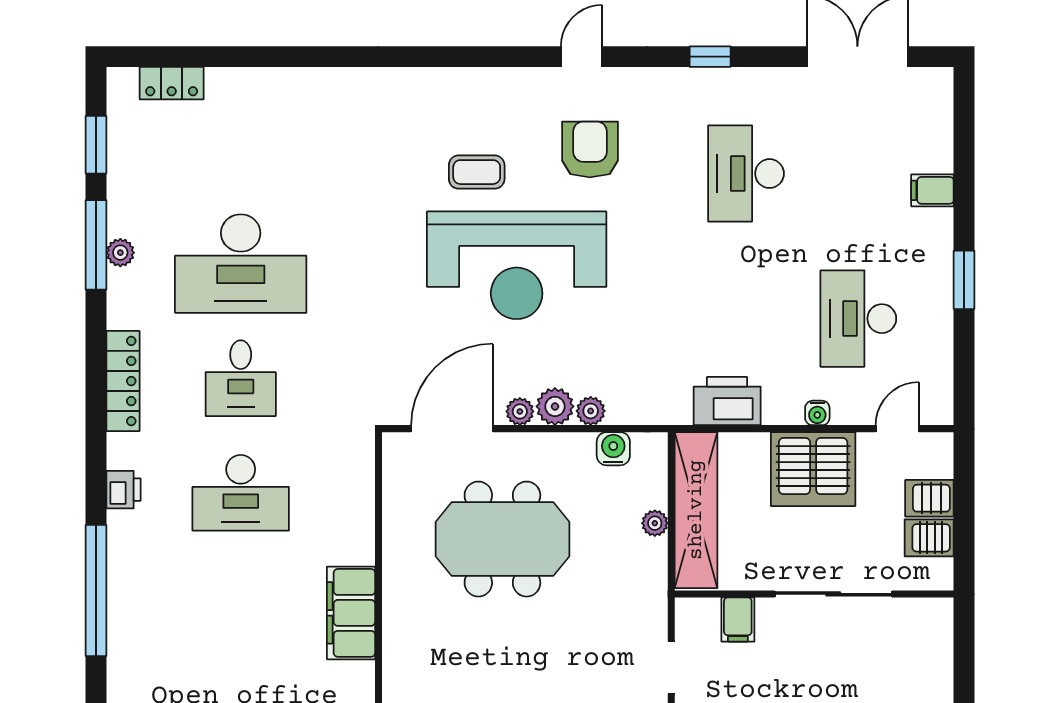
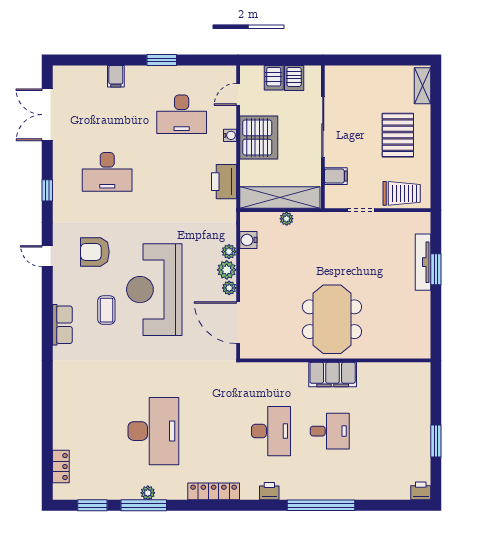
row of seats: (448, 86) -> (62, 325), added
reception desk: (517, 265) -> (154, 290), turned 180
desk: (241, 378) -> (330, 431), moved
door: (897, 429) -> (238, 94), hinge flipped
meeting table: (502, 539) -> (332, 319), moved

